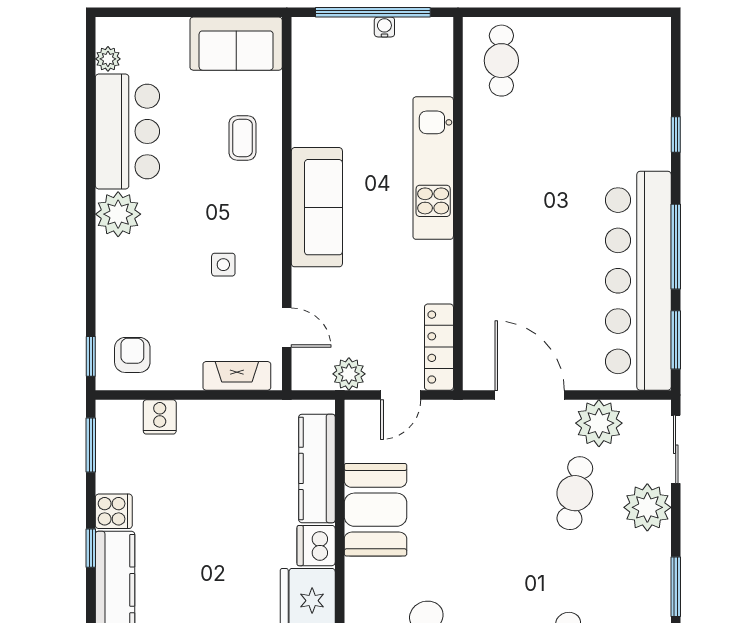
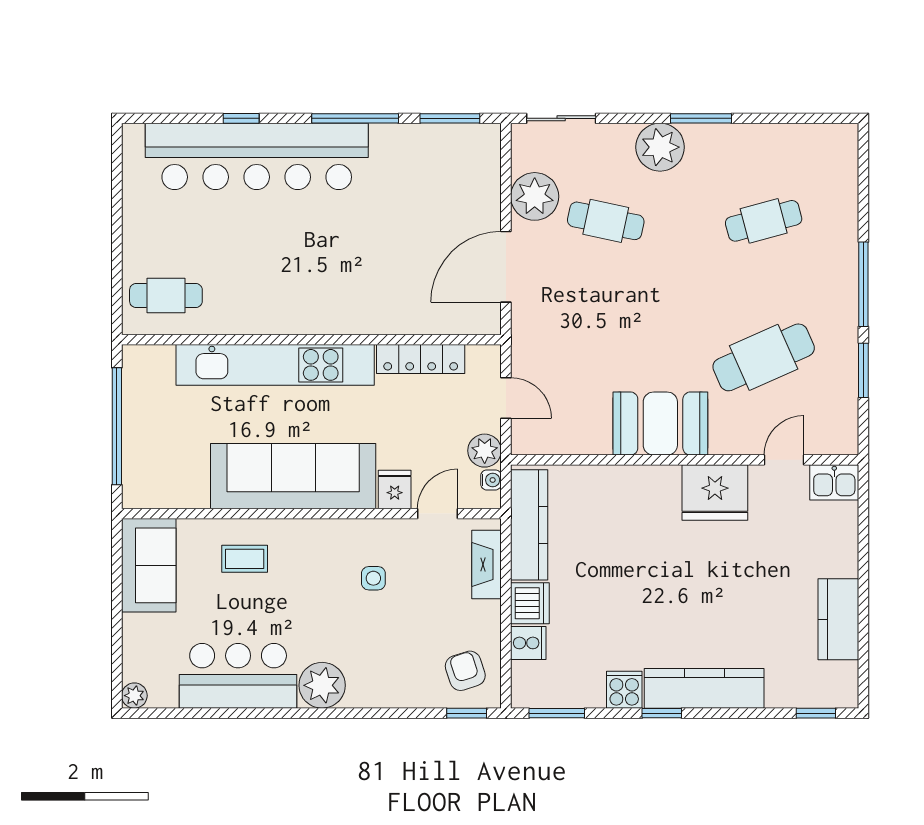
water cooler: (384, 27) -> (491, 480), moved, turned 180
plant: (108, 59) -> (134, 696), moved
kitchen unit: (433, 168) -> (275, 365), width x1.36
sofa: (317, 207) -> (293, 476), width x1.36, depth x1.27
bar counter: (638, 281) -> (257, 156), moved
fridge: (311, 285) -> (395, 490), added
locker: (439, 347) -> (421, 359), moved
armchair: (132, 355) -> (465, 671), turned 72
kitchen counter: (317, 468) -> (529, 525), moved, turned -90
plant: (647, 507) -> (660, 147), moved
booth: (376, 510) -> (660, 424), moved
dishwasher: (316, 546) -> (530, 603), moved, turned -90

